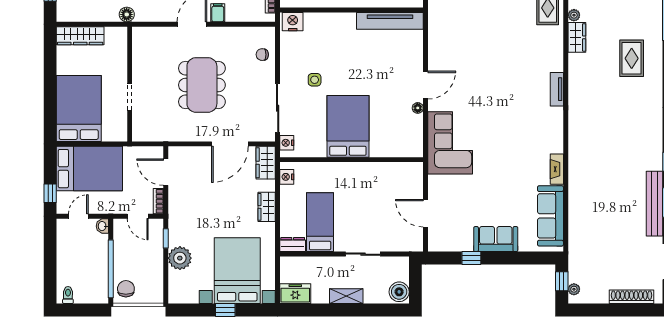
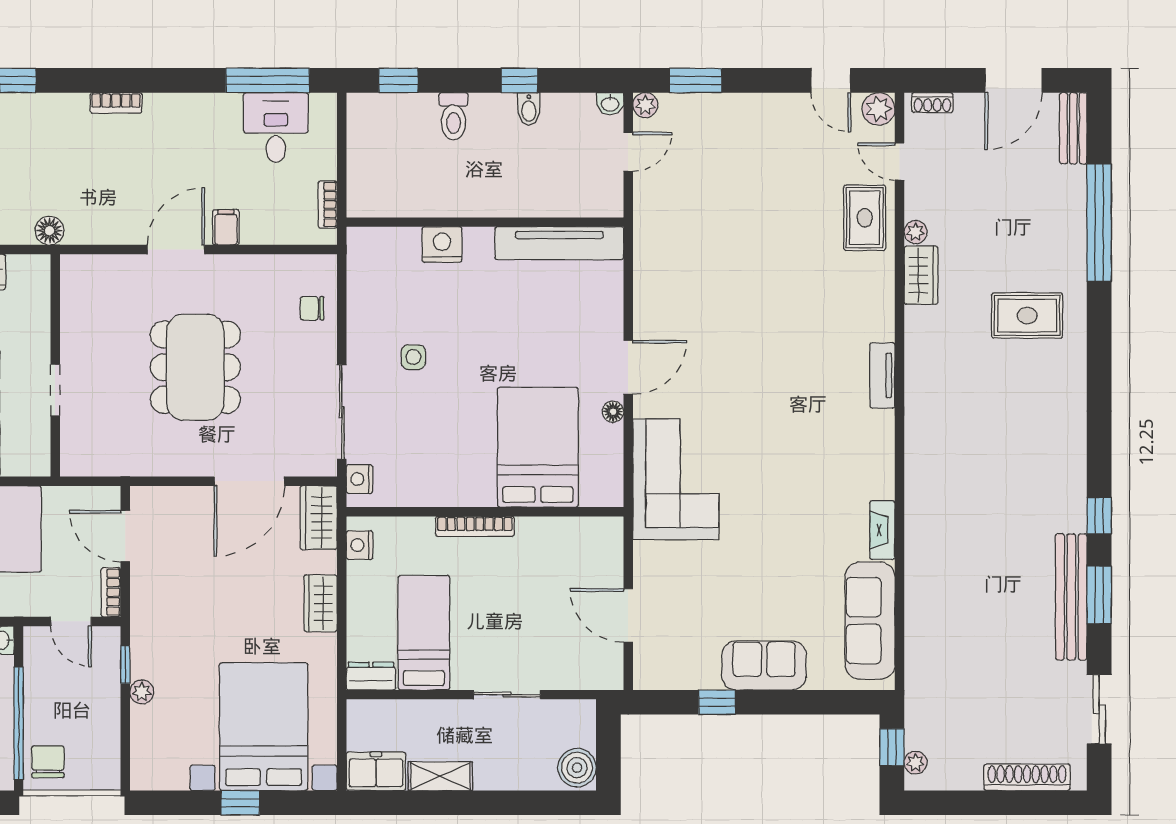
nightstand: (293, 22) -> (442, 245), moved
rug: (632, 58) -> (1027, 316), turned 90
bed: (348, 126) -> (538, 447), moved
bookcase: (346, 167) -> (475, 526), added
plant: (180, 258) -> (142, 692), width x0.53, depth x0.53
shelving: (346, 296) -> (440, 776), moved

